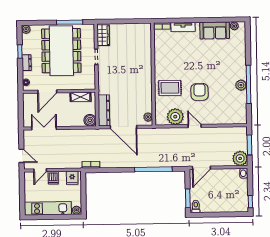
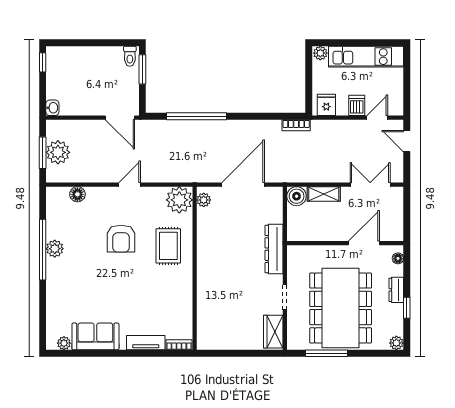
rug: (170, 88) -> (168, 246), turned 90
shelving: (80, 97) -> (324, 194), moved
dresser: (104, 110) -> (274, 249), moved
plant: (175, 117) -> (179, 200), moved
floor lamp: (227, 119) -> (77, 194), added
door: (195, 126) -> (130, 185), swing flipped
door: (124, 127) -> (243, 185), hinge flipped
double door: (44, 128) -> (370, 185), swing flipped
plant: (240, 158) -> (58, 152), moved
door: (201, 168) -> (120, 118), swing flipped

